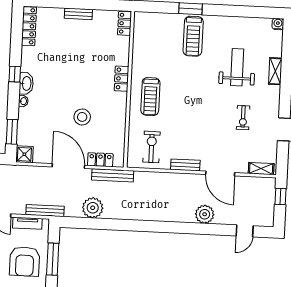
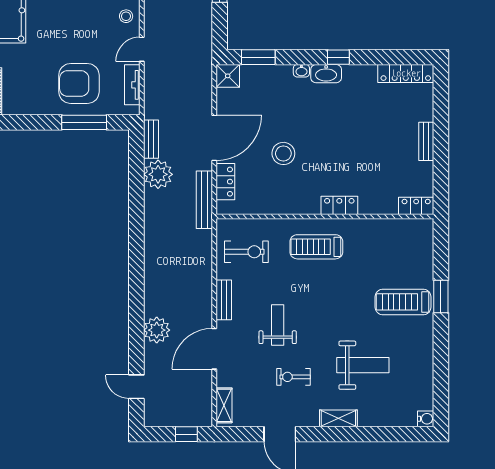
shelving: (275, 71) -> (338, 418), moved
weight bench: (205, 127) -> (278, 325), added
bench: (45, 211) -> (151, 139), moved, width x0.73

